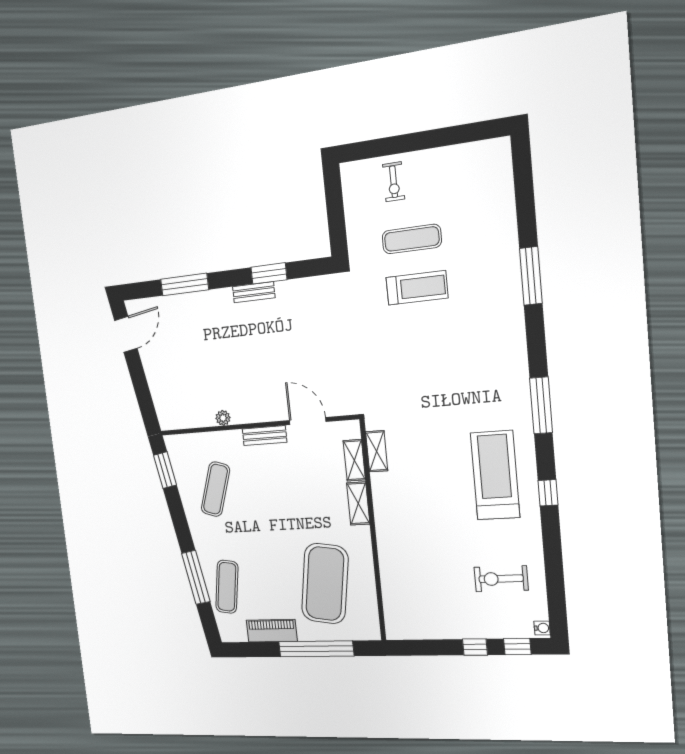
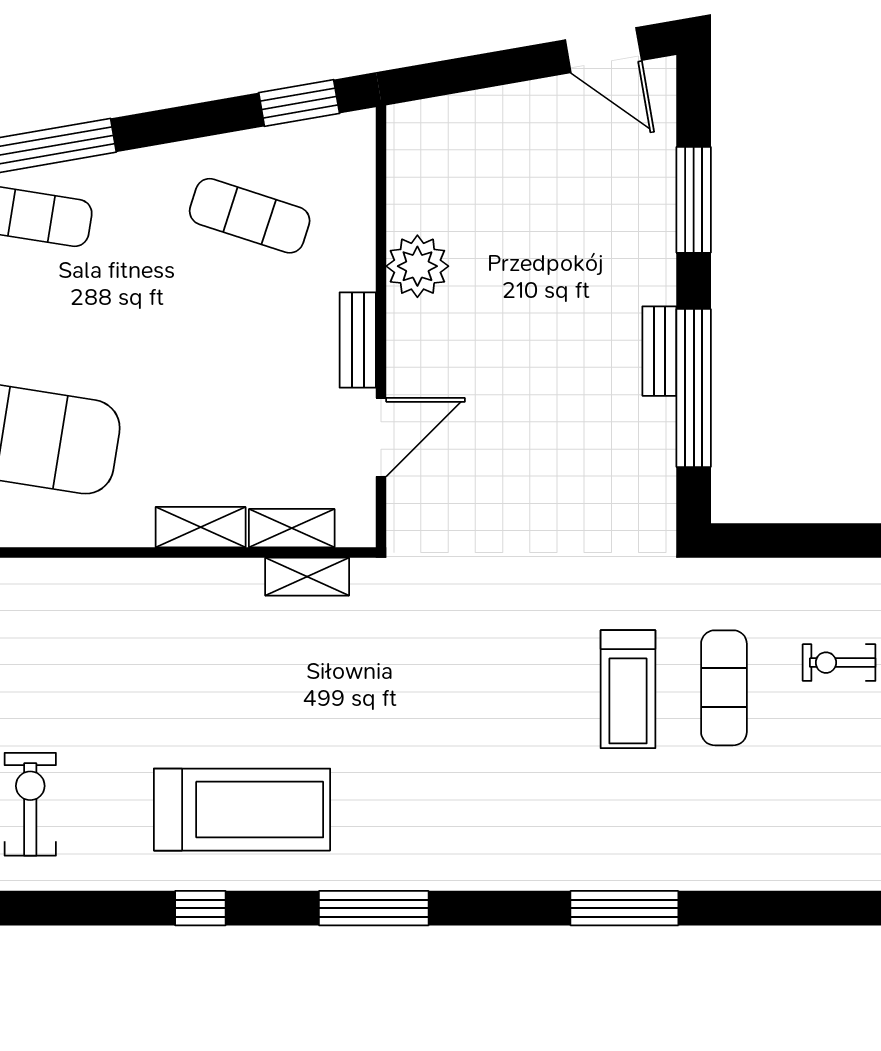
window: (269, 273) -> (694, 388), width x2.11
plant: (223, 418) -> (417, 266), width x1.87, depth x1.87

